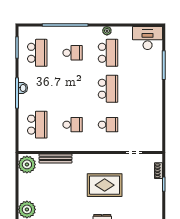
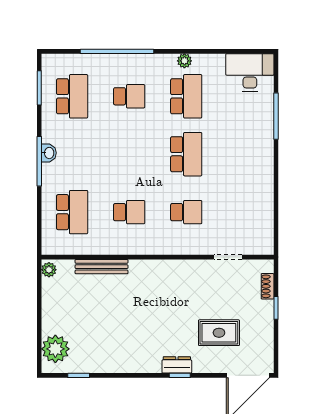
plant: (27, 164) -> (49, 270), width x0.53, depth x0.53
rug: (105, 185) -> (219, 333), moved, width x0.73, depth x0.70

